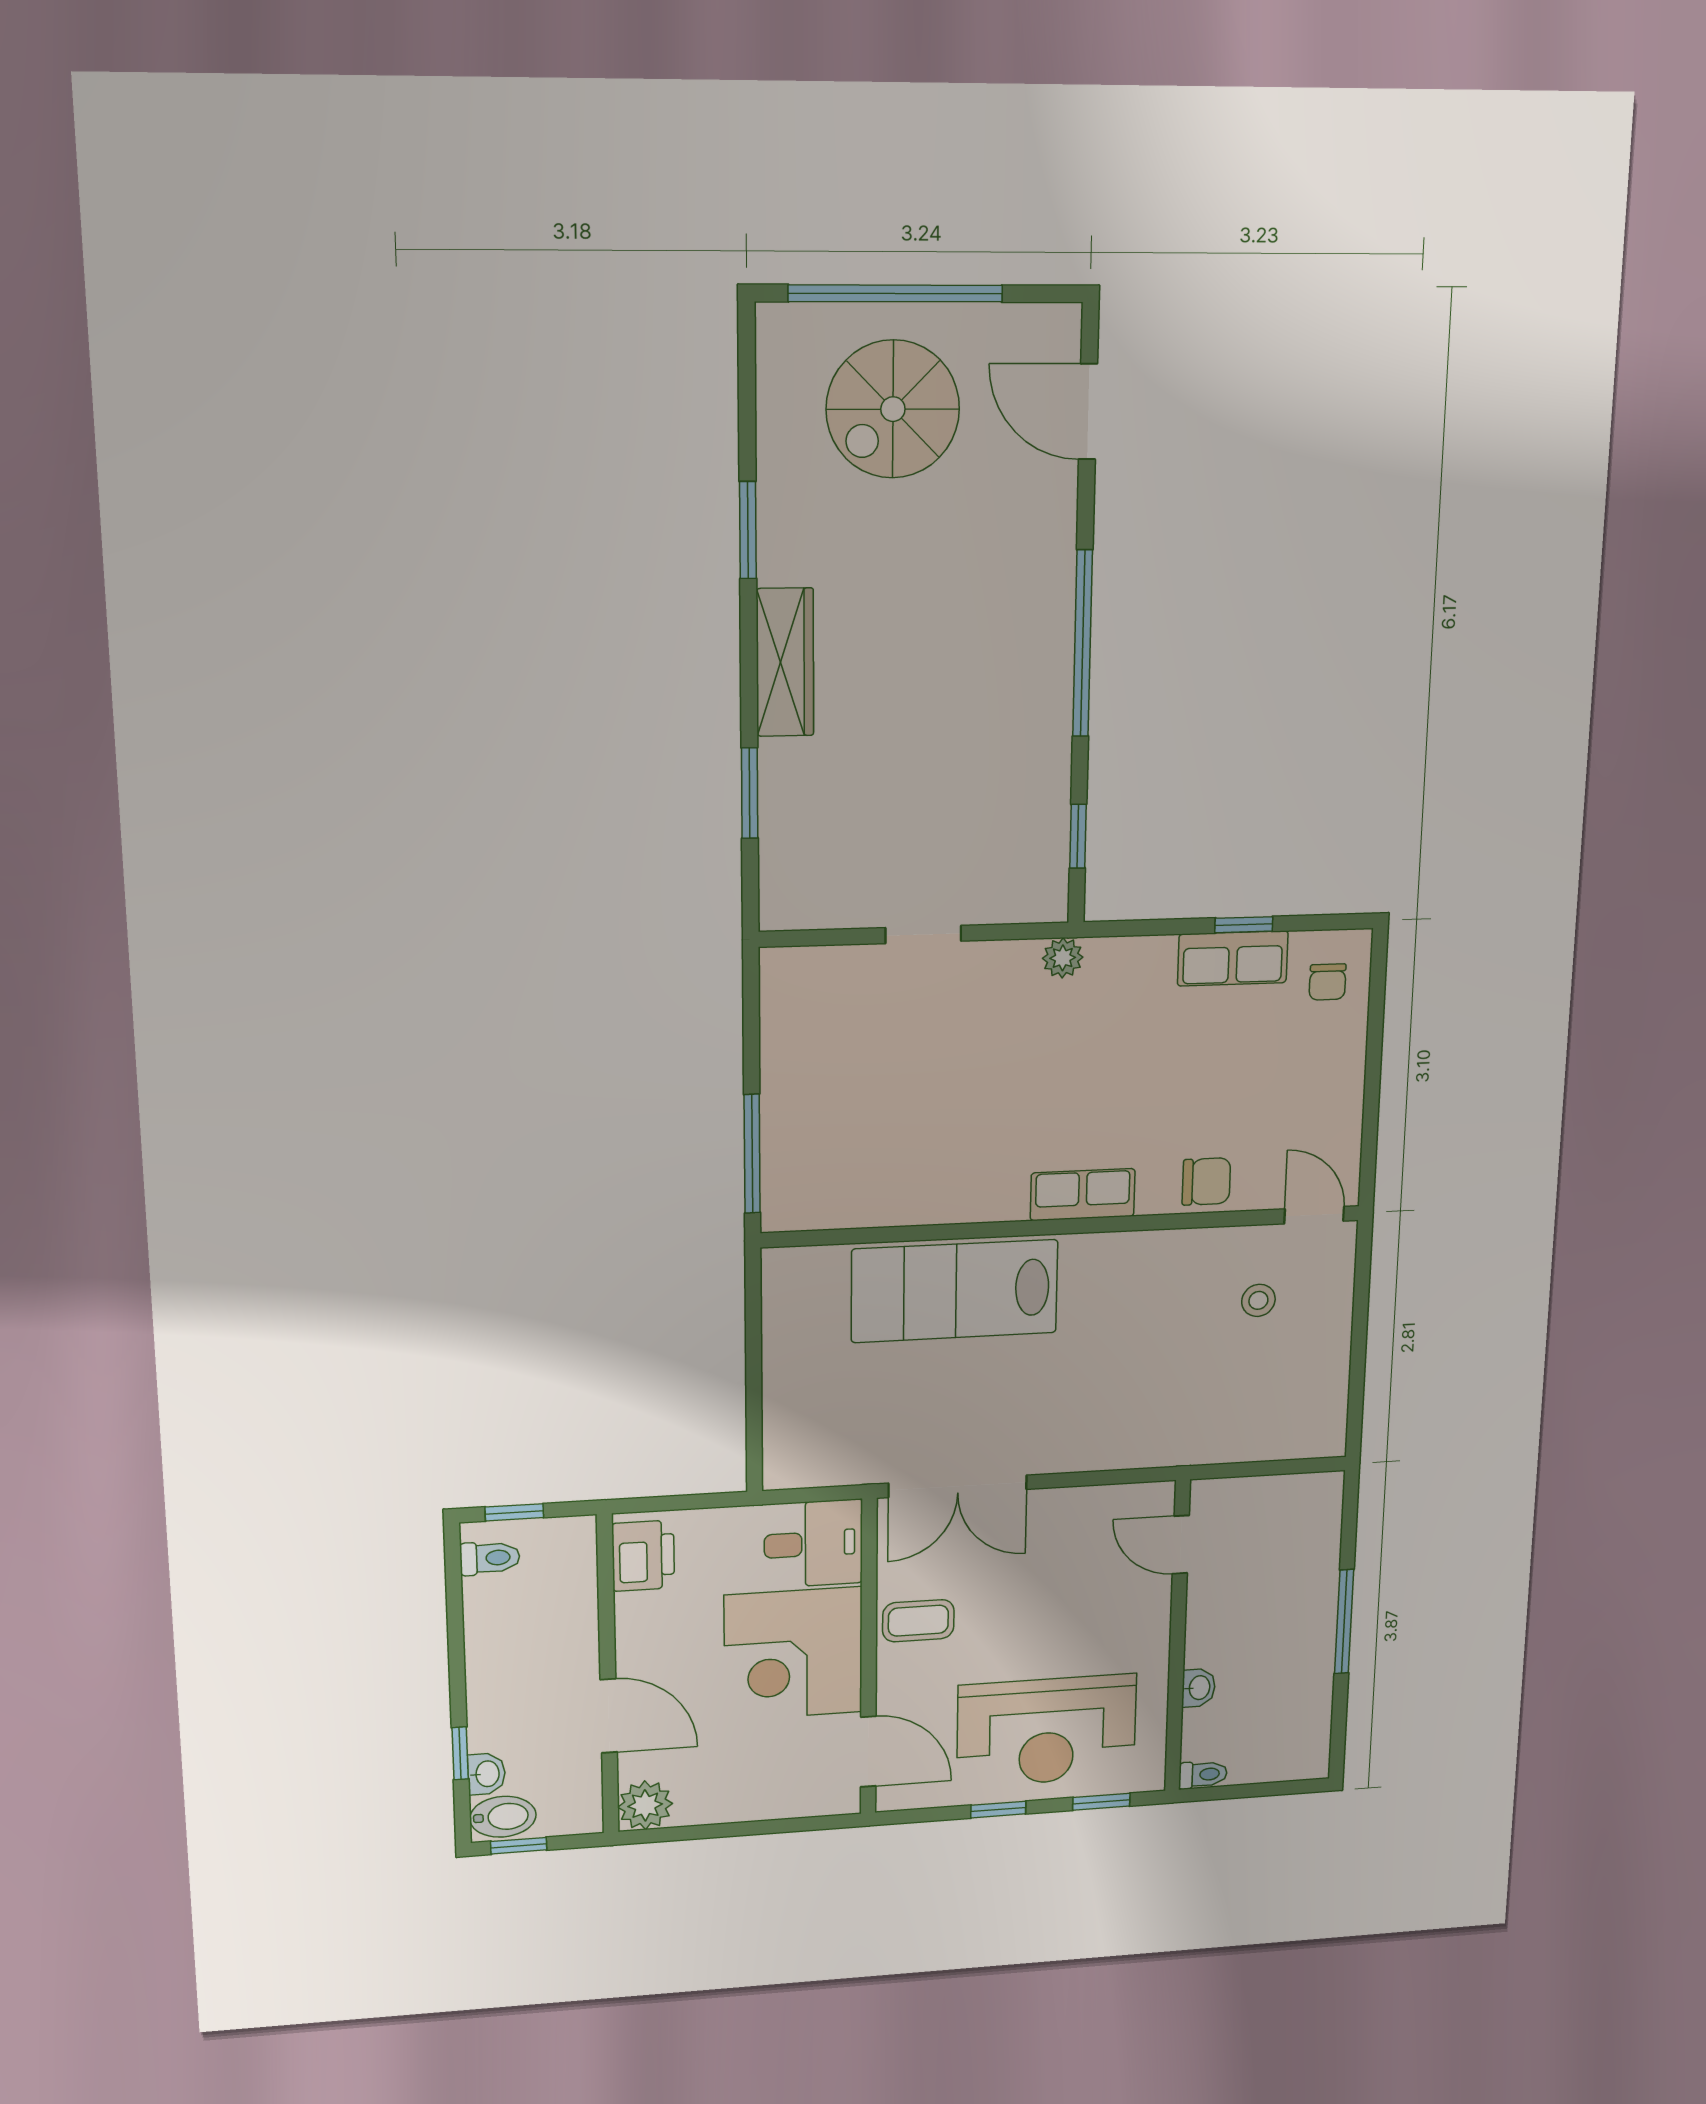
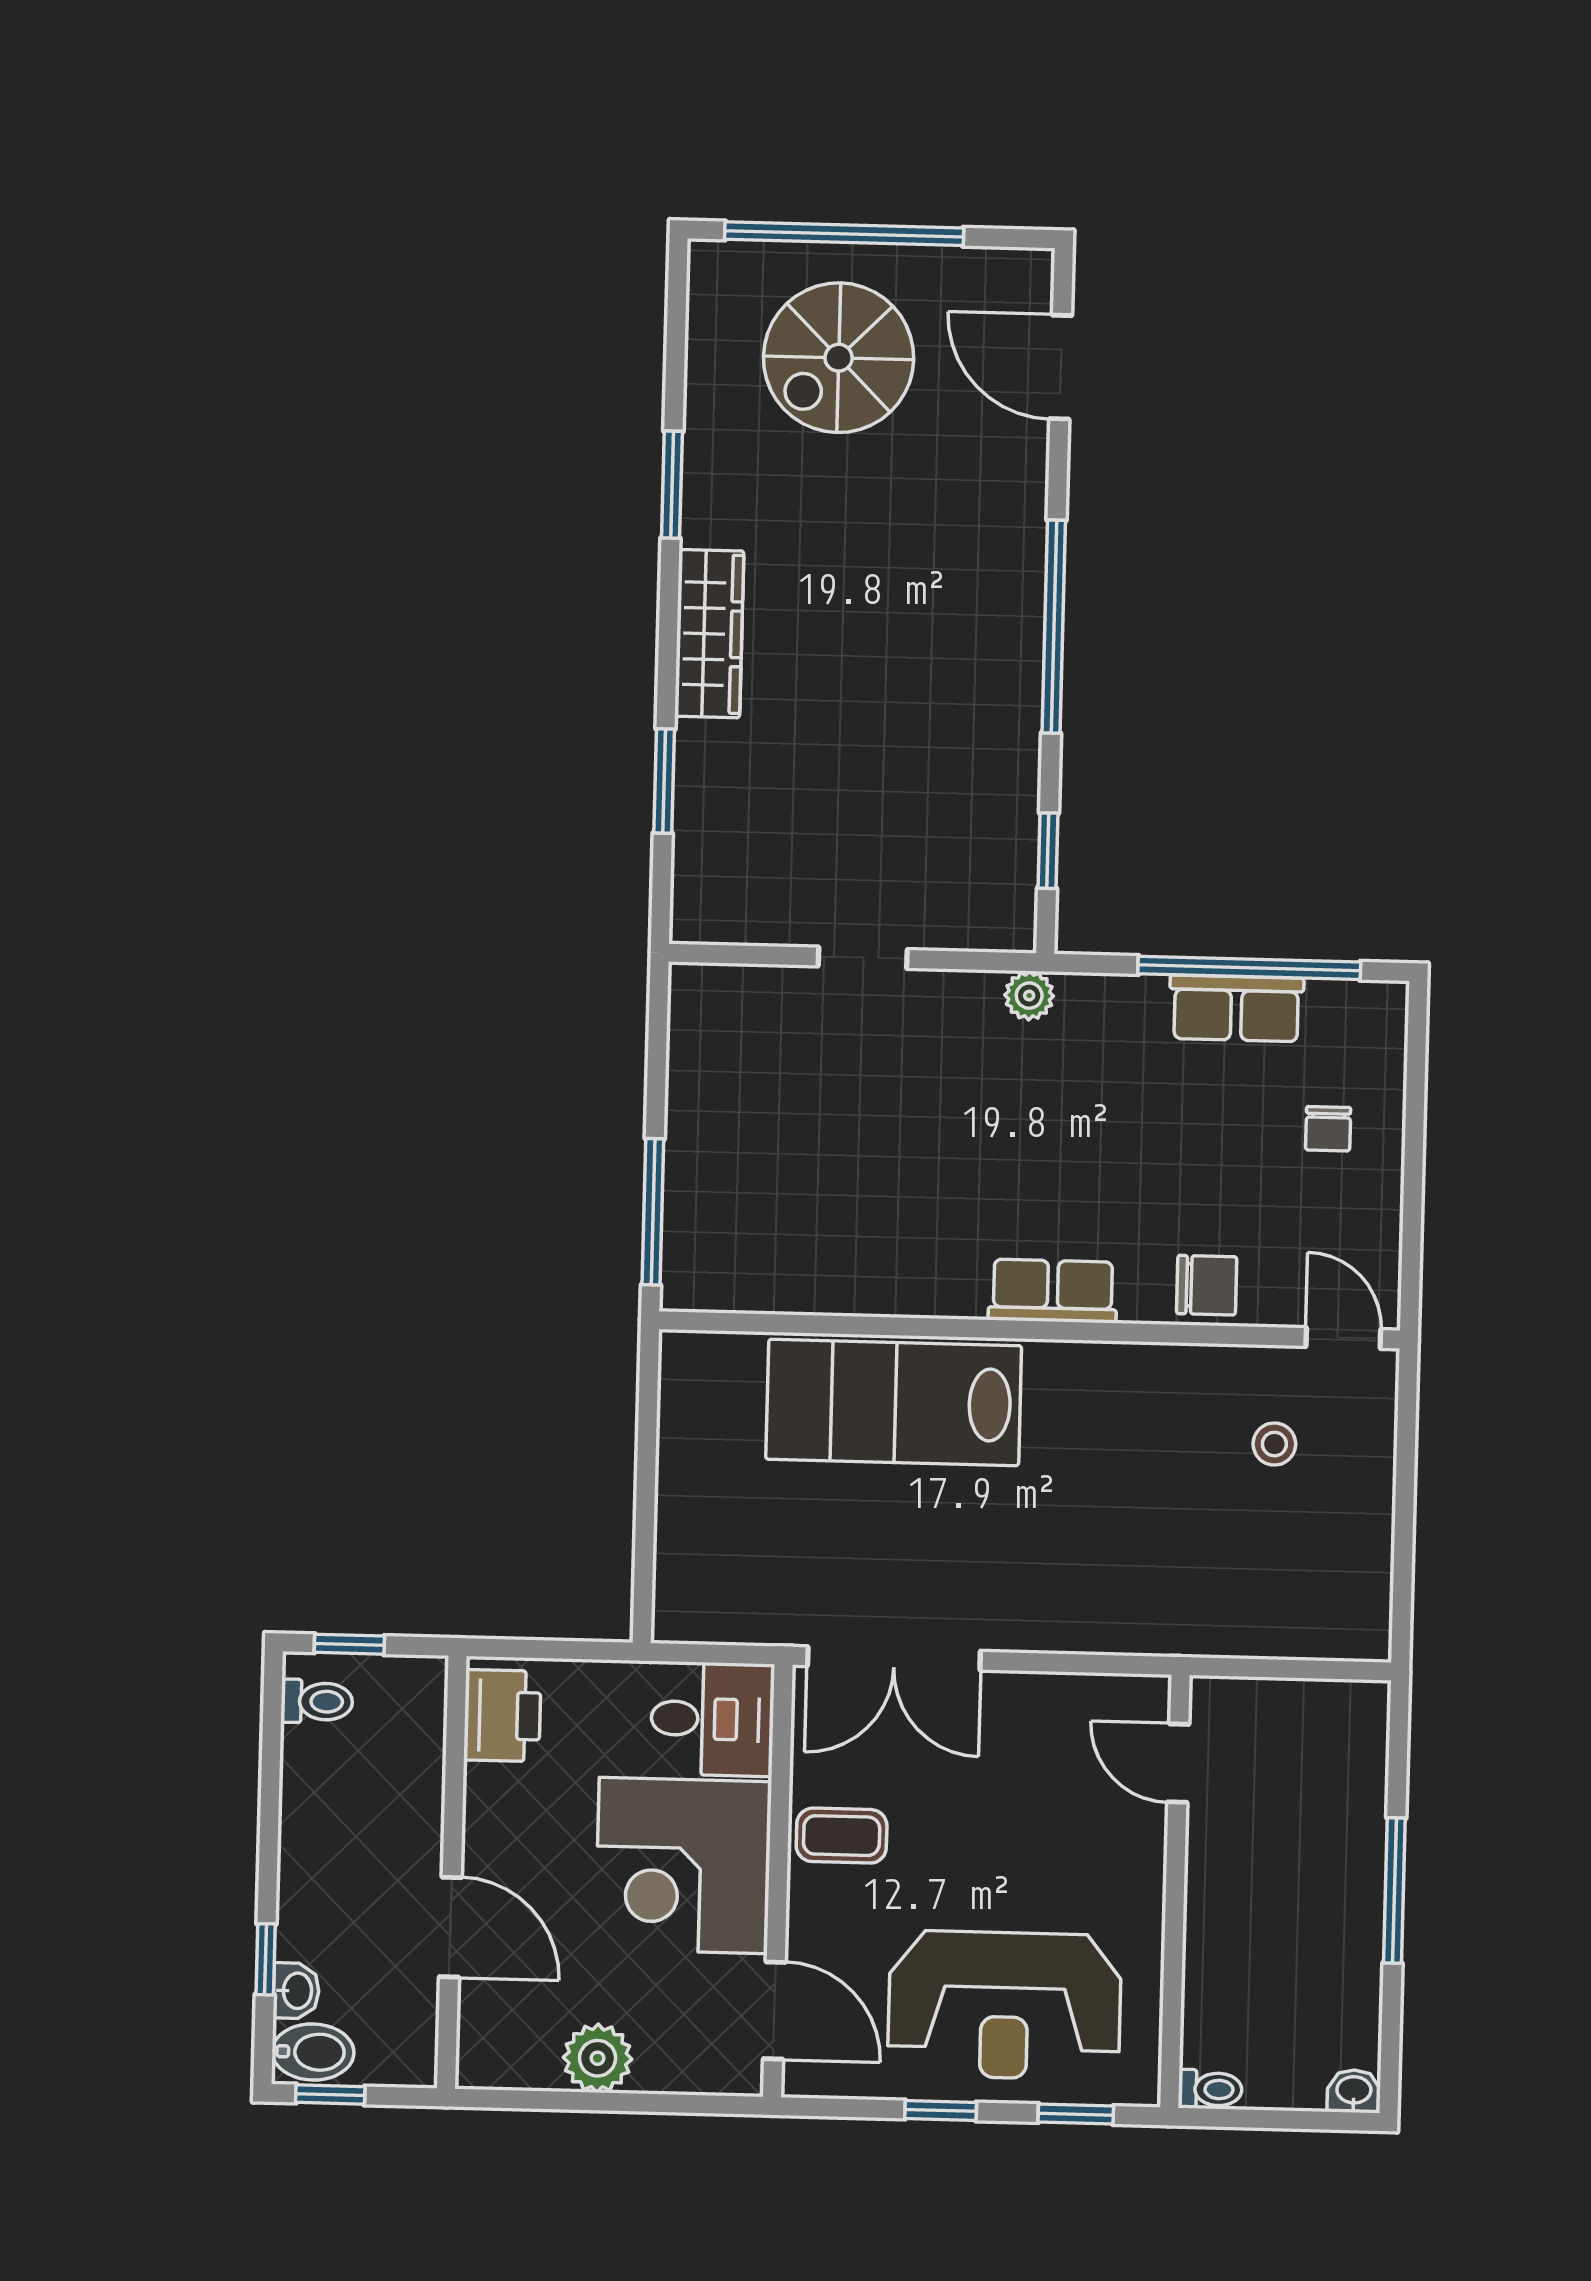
window: (1244, 925) -> (1249, 968), width x3.17
chair: (1328, 982) -> (1328, 1129), moved
washbasin: (1199, 1688) -> (1354, 2091), moved, turned -90
plant: (645, 1805) -> (598, 2058), moved

